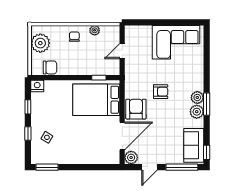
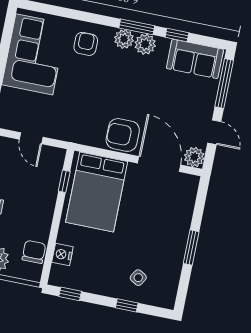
nightstand: (37, 86) -> (62, 254), moved
armchair: (161, 92) -> (86, 44), moved
window: (28, 107) -> (70, 294), moved
window: (207, 152) -> (177, 35), moved
window: (47, 167) -> (191, 248), moved

